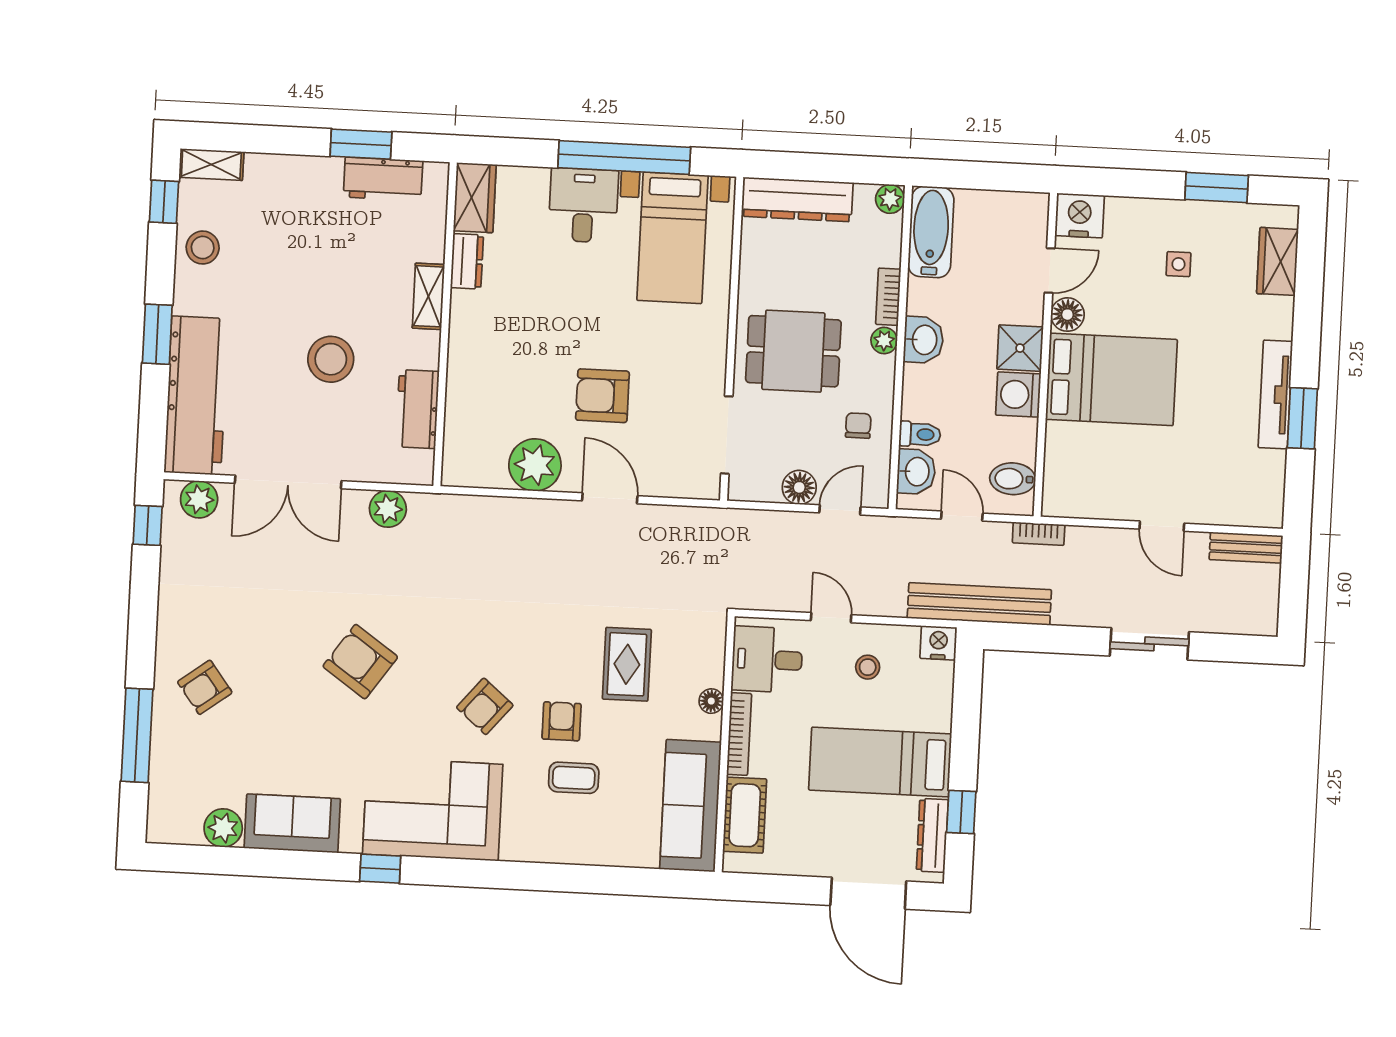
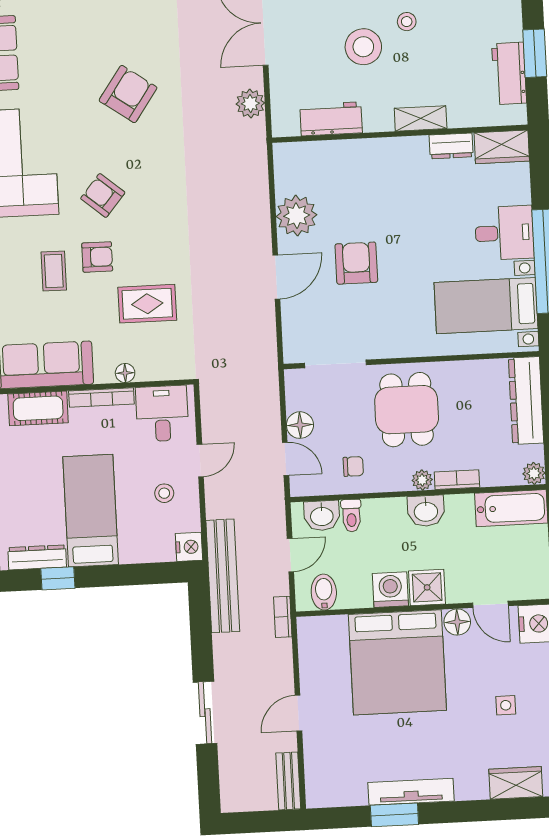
stool: (305, 301) -> (407, 22), added
bed: (1111, 379) -> (397, 662), width x1.36

